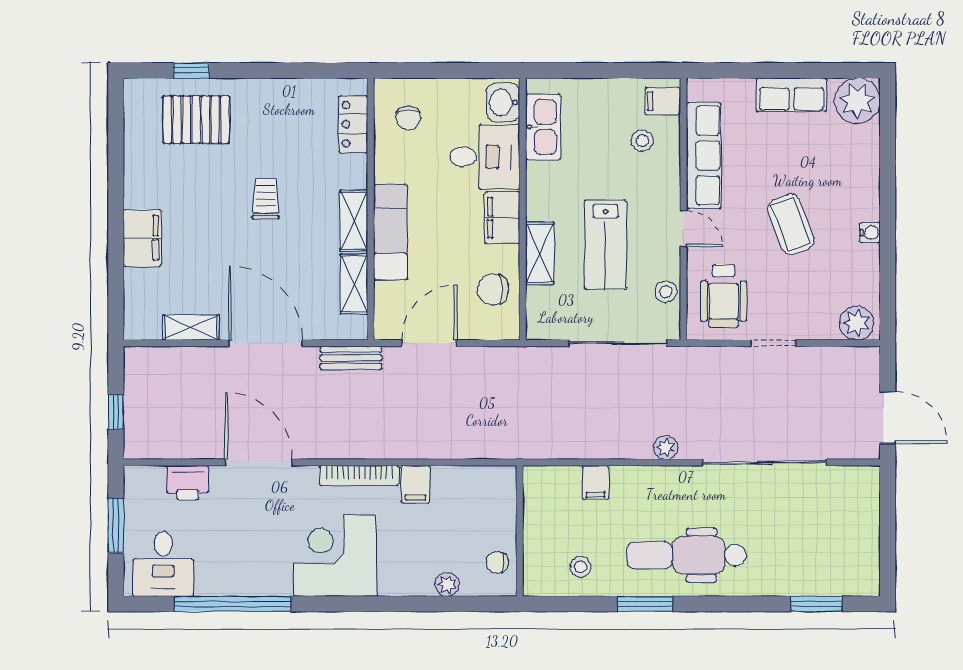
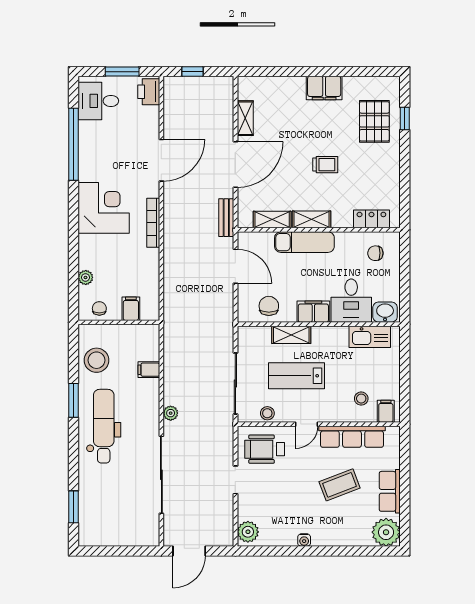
coffee table: (791, 224) -> (340, 485), moved
filing cabinet: (142, 238) -> (324, 88), moved
printer: (187, 483) -> (149, 92), moved
filing cabinet: (415, 484) -> (131, 309), moved, turned 90
stool: (580, 567) -> (96, 360), width x1.89, depth x1.89

